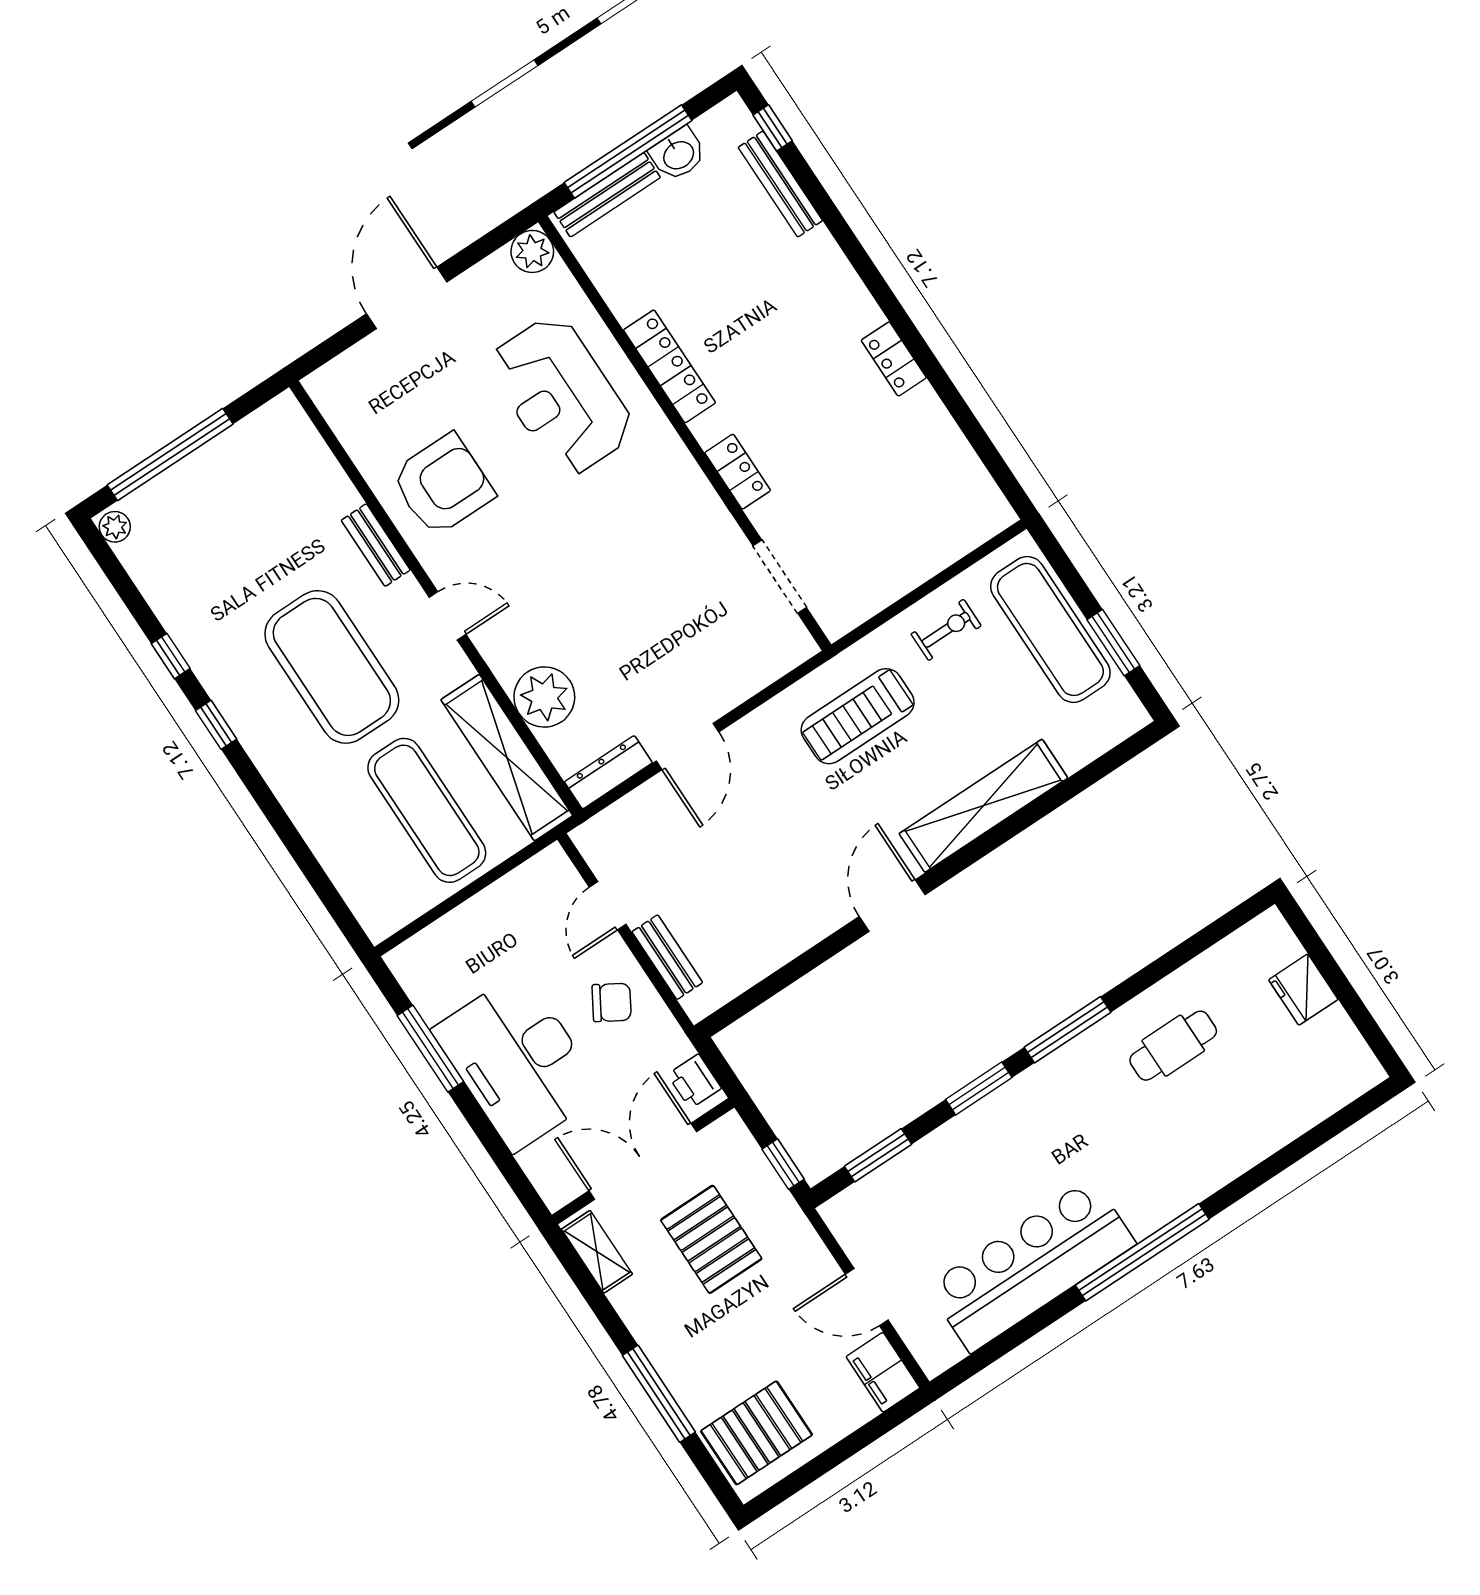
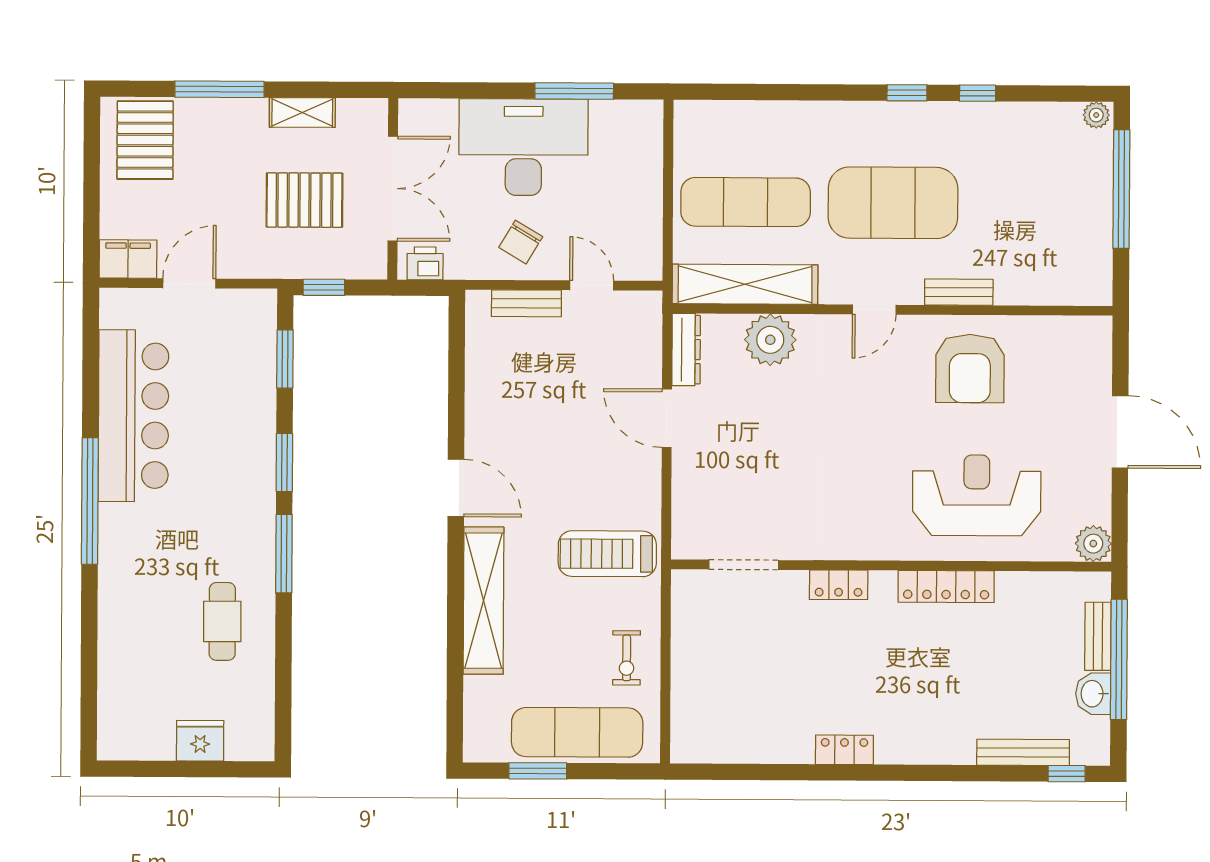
bench: (607, 195) -> (1098, 636), width x0.73
treadmill: (858, 716) -> (607, 554), turned -90
shelving: (597, 1252) -> (302, 113), moved

